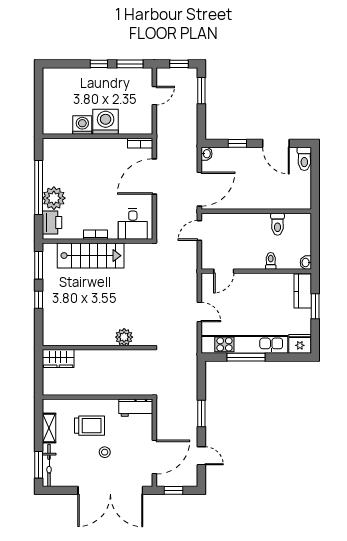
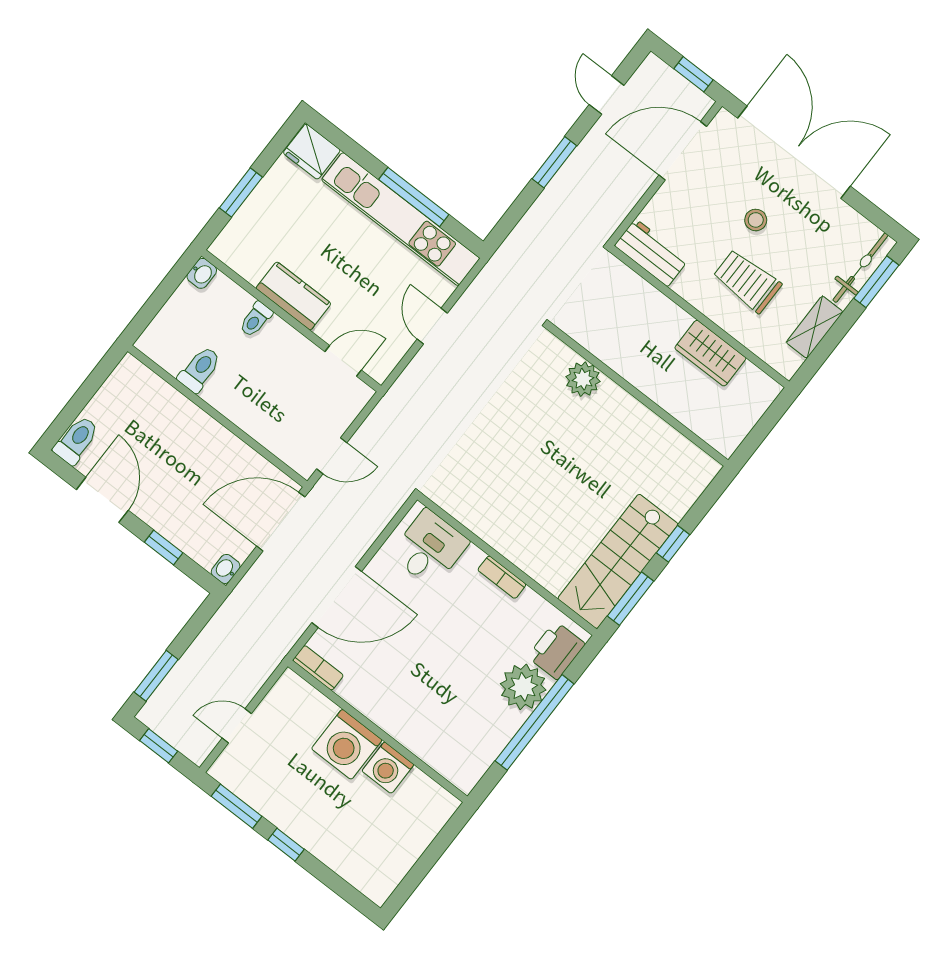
stairs: (91, 256) -> (618, 561), moved, turned -90
kitchen counter: (303, 291) -> (293, 296), moved, turned -90
wardrobe: (58, 359) -> (710, 353), moved, turned 180

